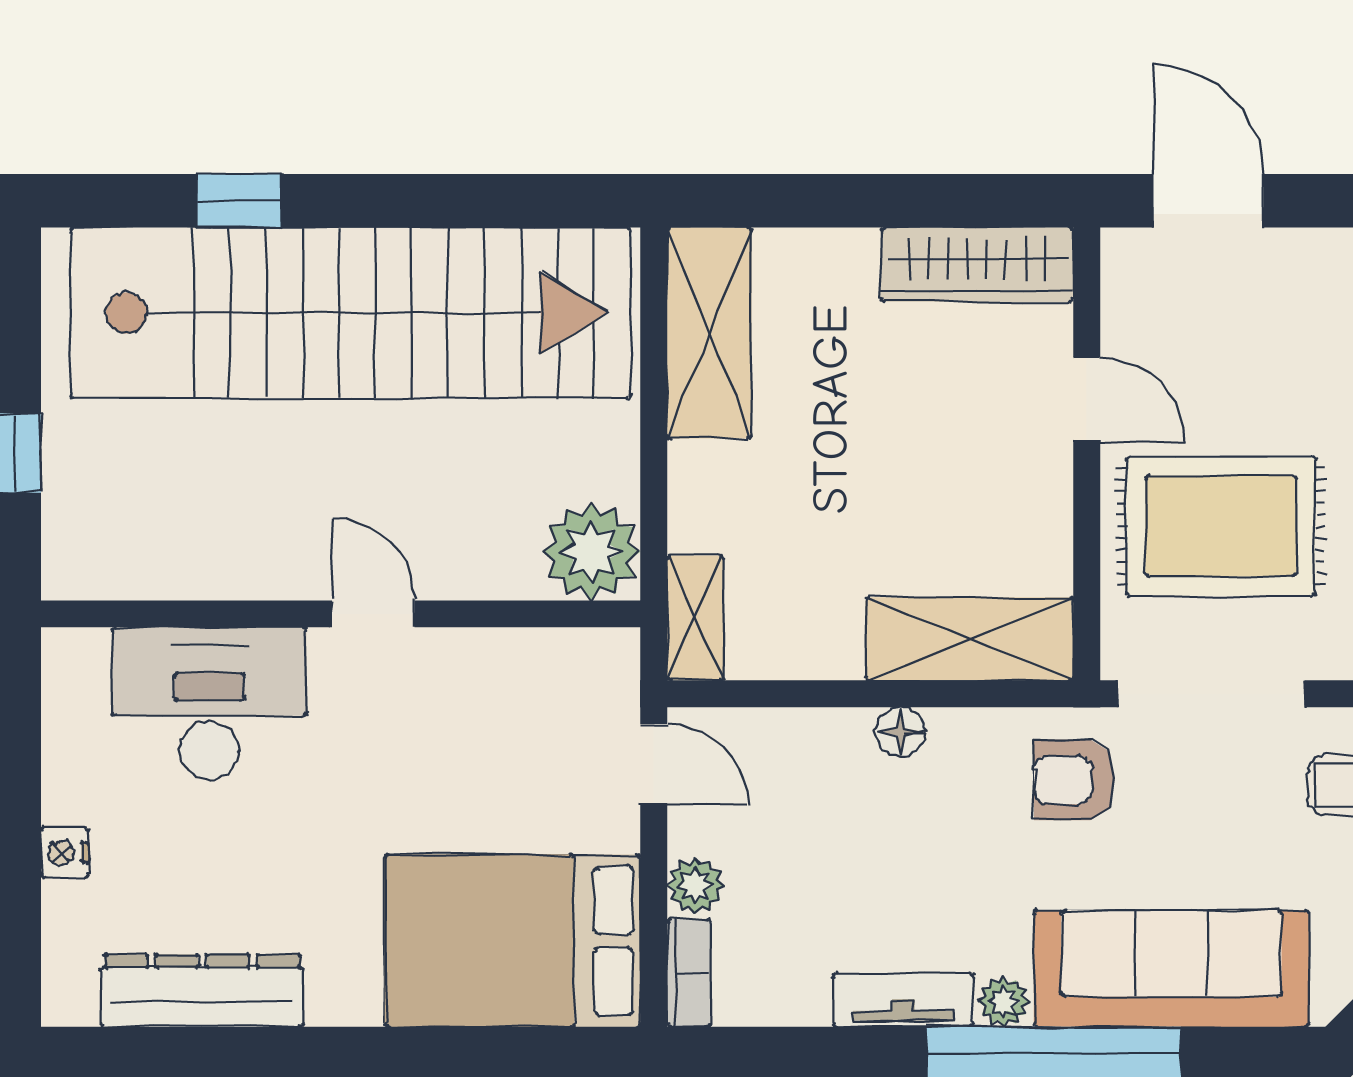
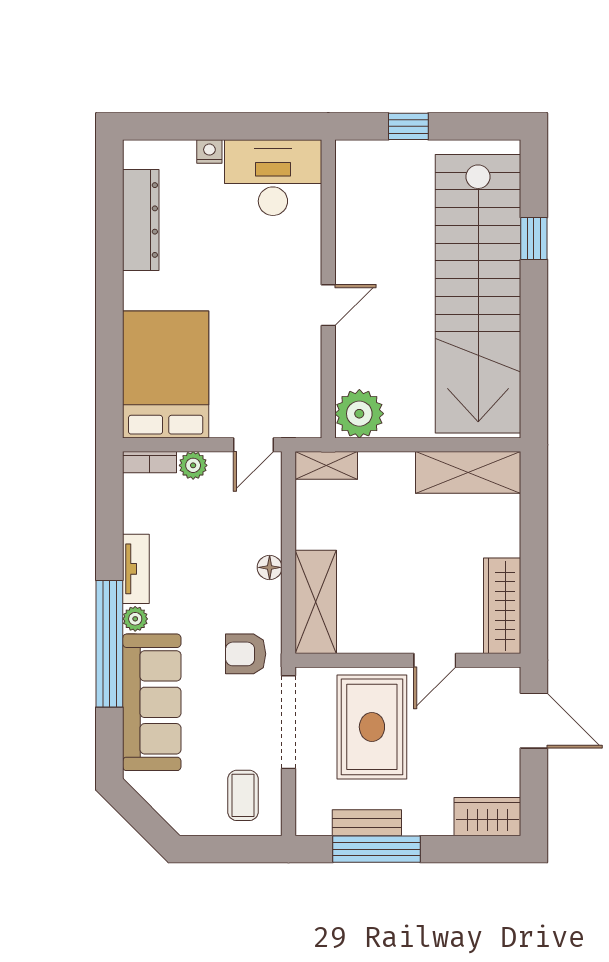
door: (1208, 201) -> (534, 721), hinge flipped
desk: (209, 704) -> (273, 178), moved, turned -90
armchair: (1074, 780) -> (246, 654), turned -90

